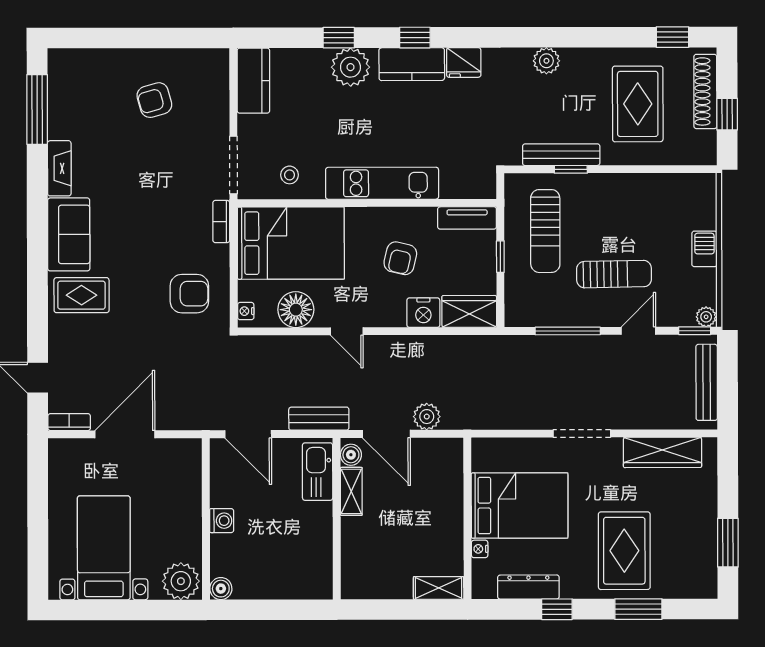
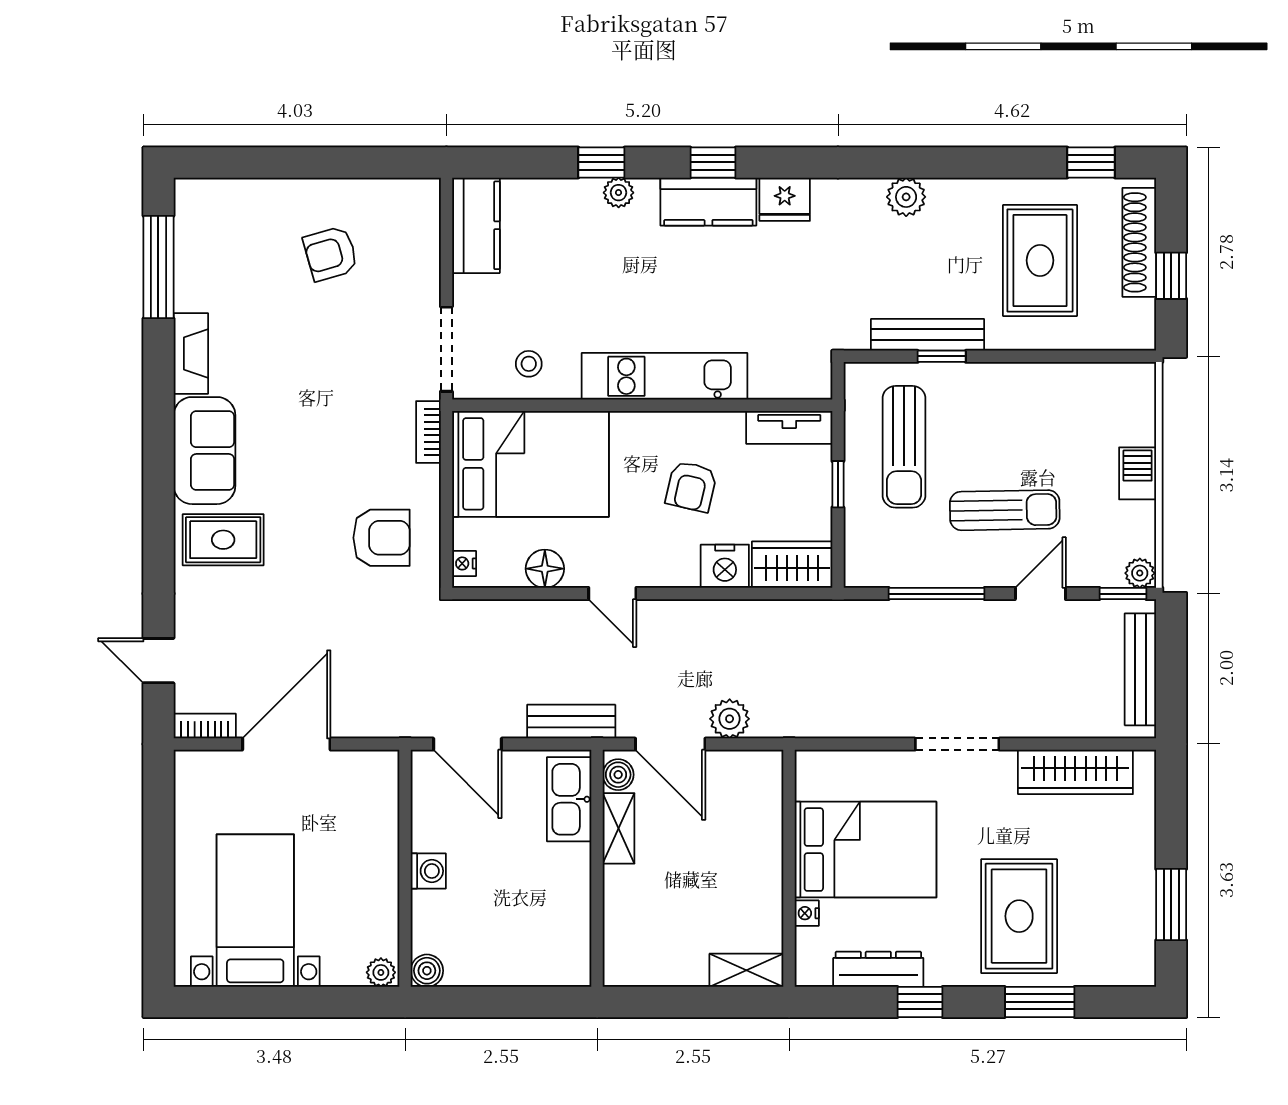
plant: (350, 67) -> (619, 193), width x0.53, depth x0.53
floor lamp: (296, 310) -> (545, 569), width x0.73, depth x0.73
plant: (181, 581) -> (381, 972), width x0.53, depth x0.53

